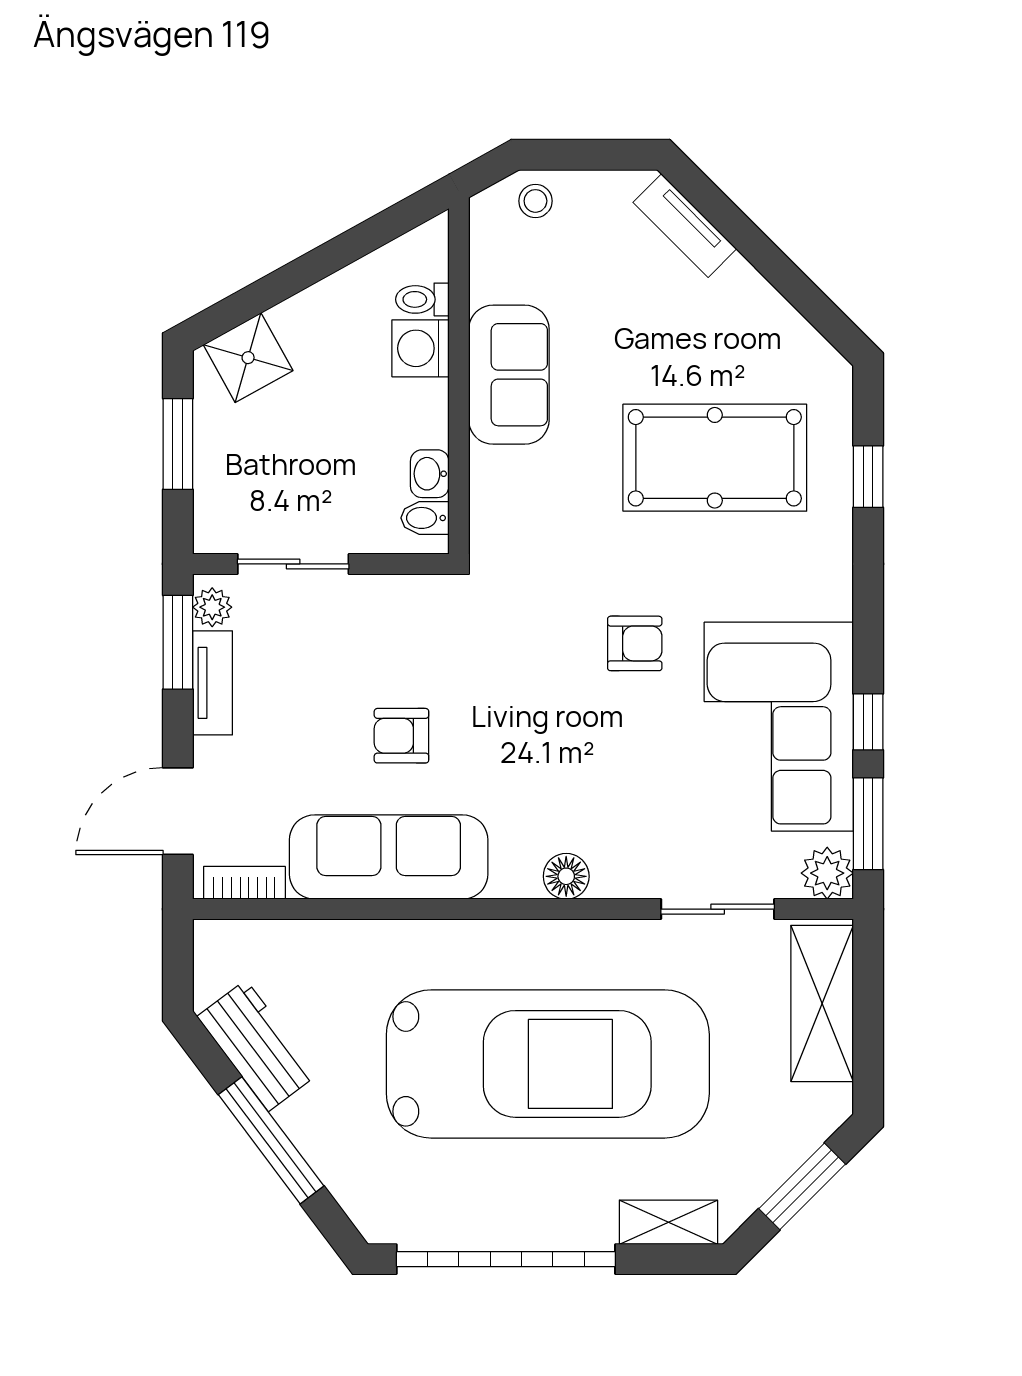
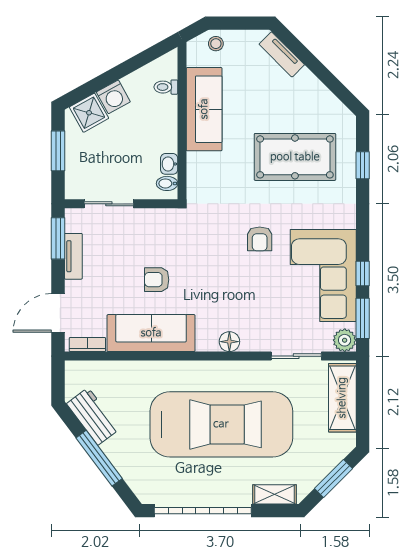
washing machine: (420, 348) -> (113, 97), moved, turned -119
sofa: (509, 375) -> (204, 109), width x1.36
plant: (212, 607) -> (73, 223), removed
armchair: (635, 643) -> (260, 239), turned 90

